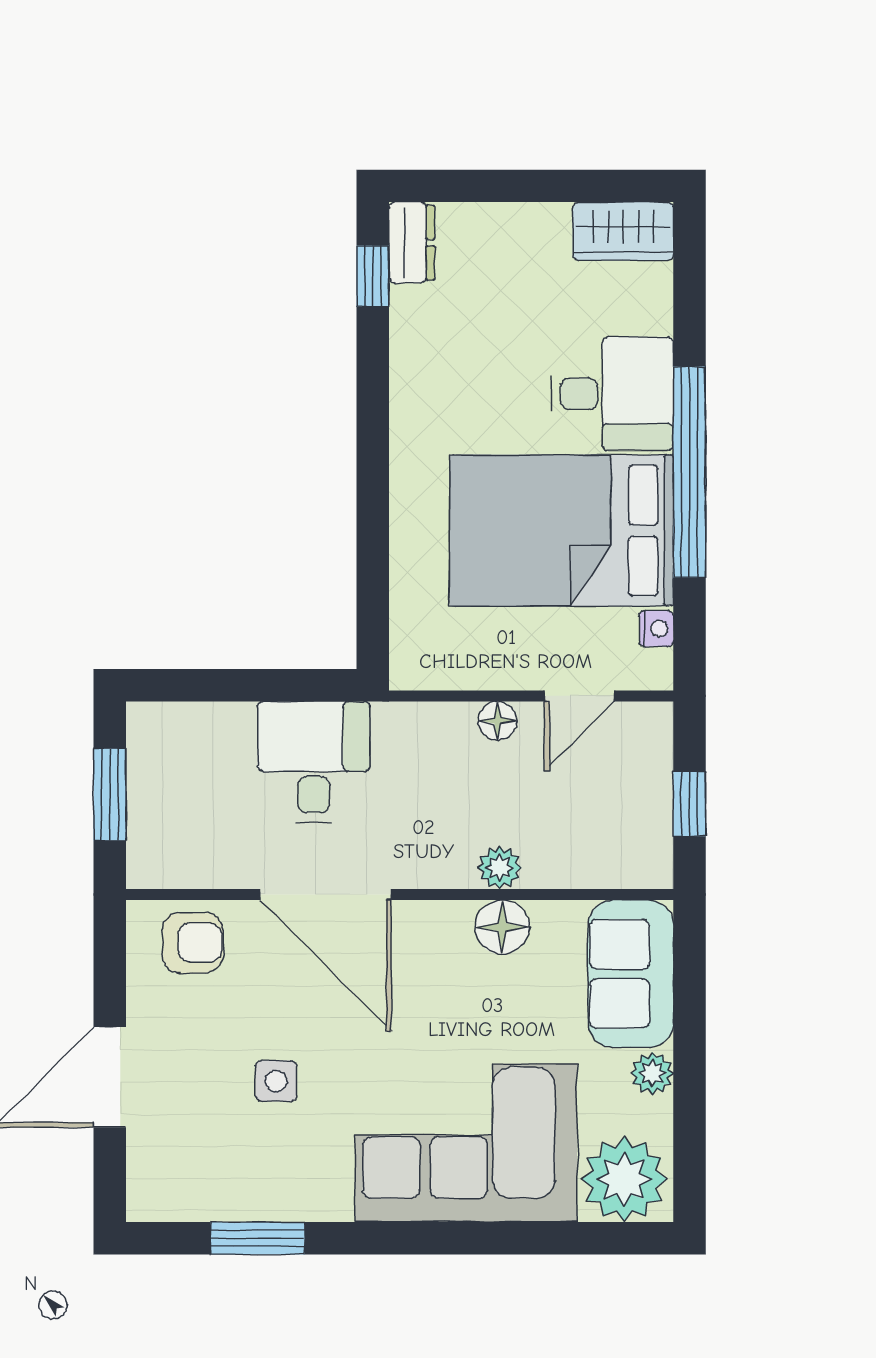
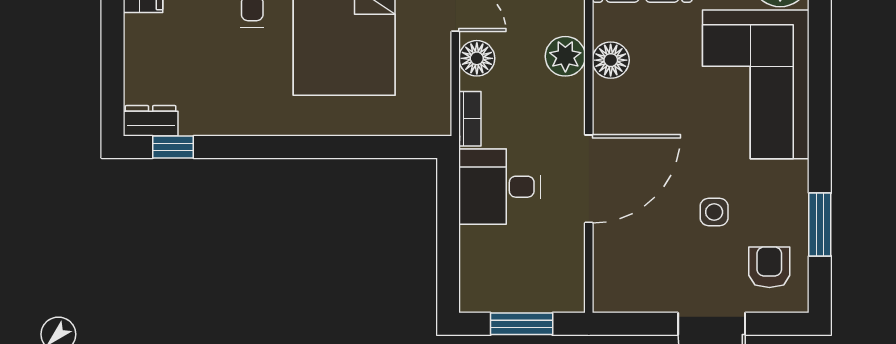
bookcase: (415, 718) -> (470, 119), added
floor lamp: (498, 721) -> (477, 58), width x1.37, depth x1.37
plant: (500, 868) -> (565, 56), width x1.38, depth x1.38
armchair: (193, 943) -> (769, 267), moved

